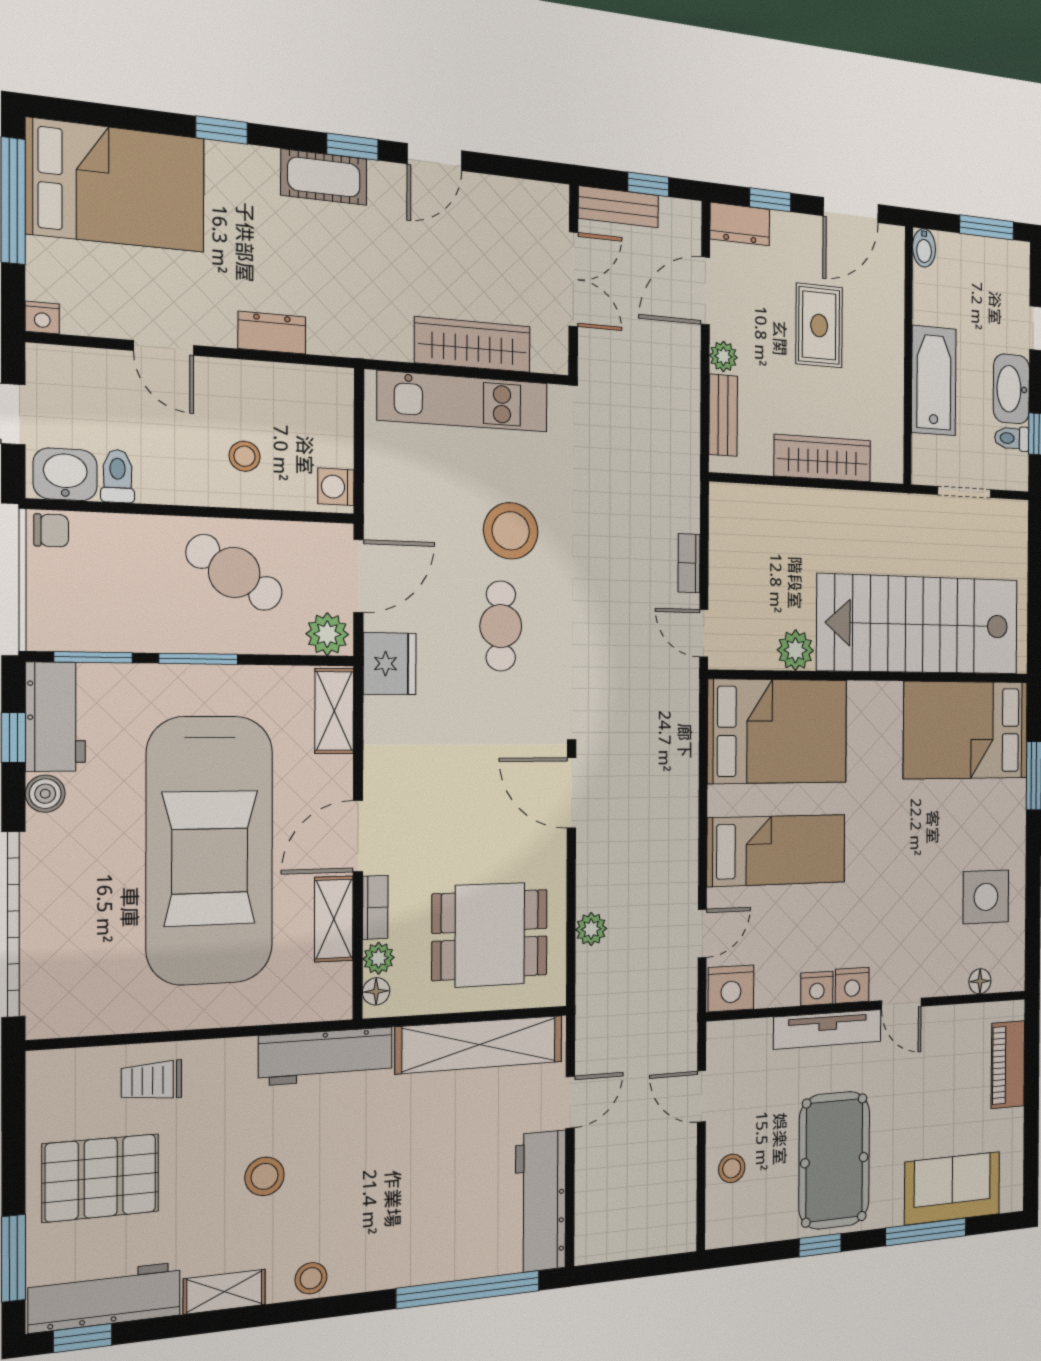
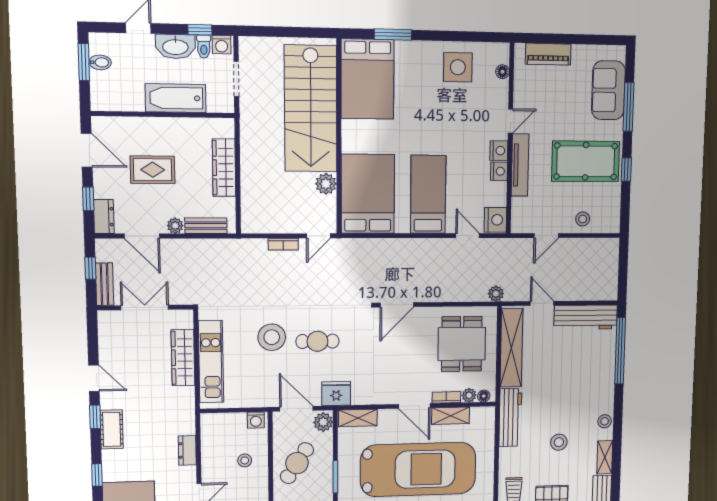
bidet: (924, 248) -> (100, 62), moved
washing machine: (1015, 470) -> (222, 45), added
plant: (591, 929) -> (496, 294), moved

